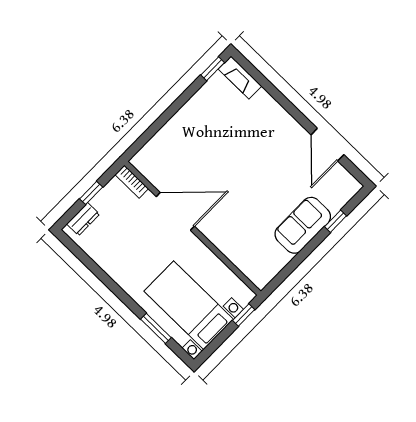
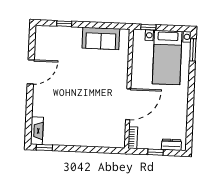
door: (327, 145) -> (31, 72), moved
door: (175, 211) -> (128, 104), swing flipped
sofa: (303, 225) -> (101, 38), moved
window: (156, 328) -> (193, 50), moved

